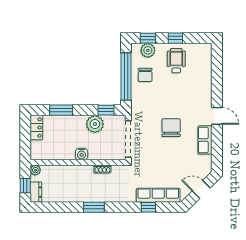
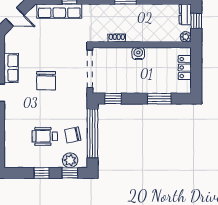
wheelchair: (176, 61) -> (45, 136), moved, turned 90
chair: (145, 75) -> (73, 135), turned -102
plant: (95, 124) -> (124, 84), removed
locker: (36, 128) -> (185, 68), moved

